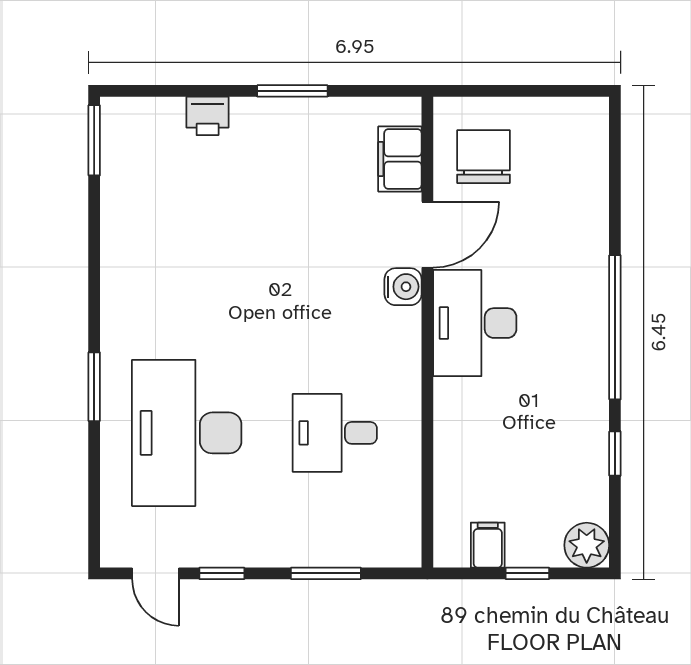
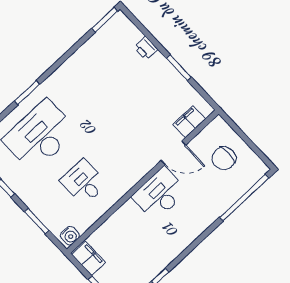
chair: (483, 157) -> (224, 158), moved, turned 180
water cooler: (403, 287) -> (70, 236), moved
window: (615, 327) -> (244, 198), moved
filing cabinet: (488, 545) -> (89, 258), width x2.00

